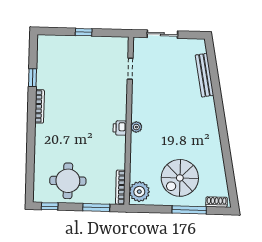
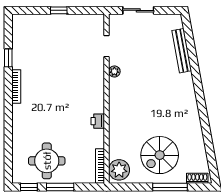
plant: (136, 127) -> (114, 71), moved
printer: (120, 128) -> (98, 121), moved
window: (96, 207) -> (60, 187), moved

